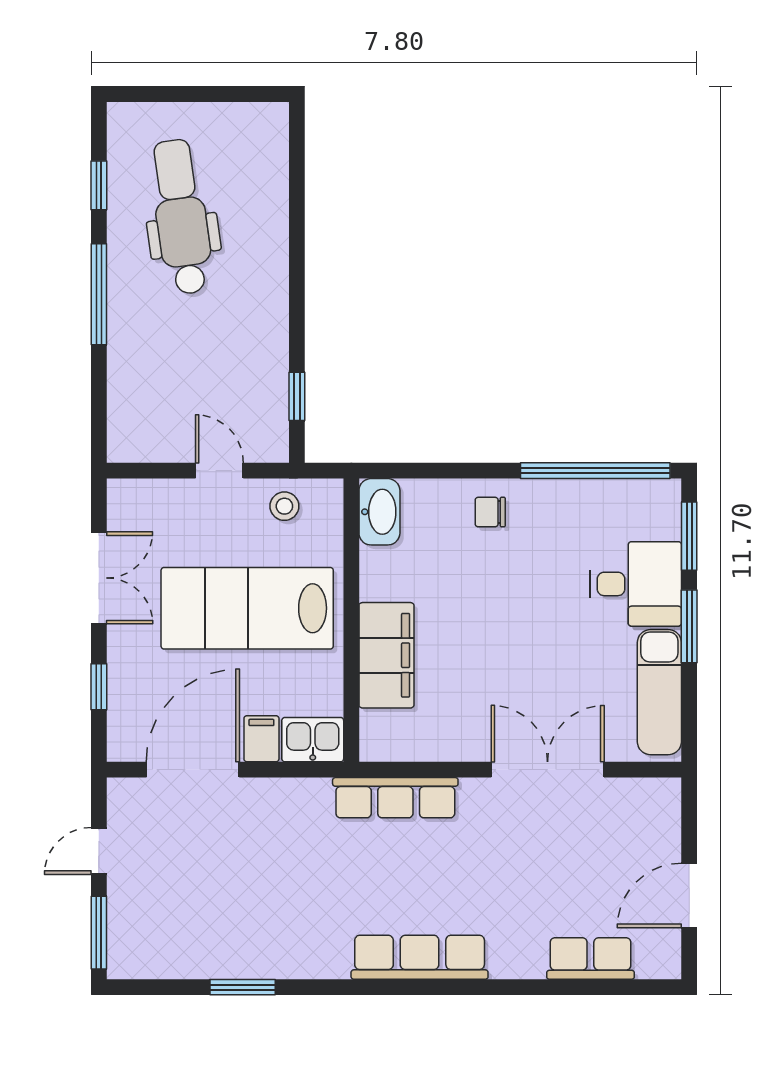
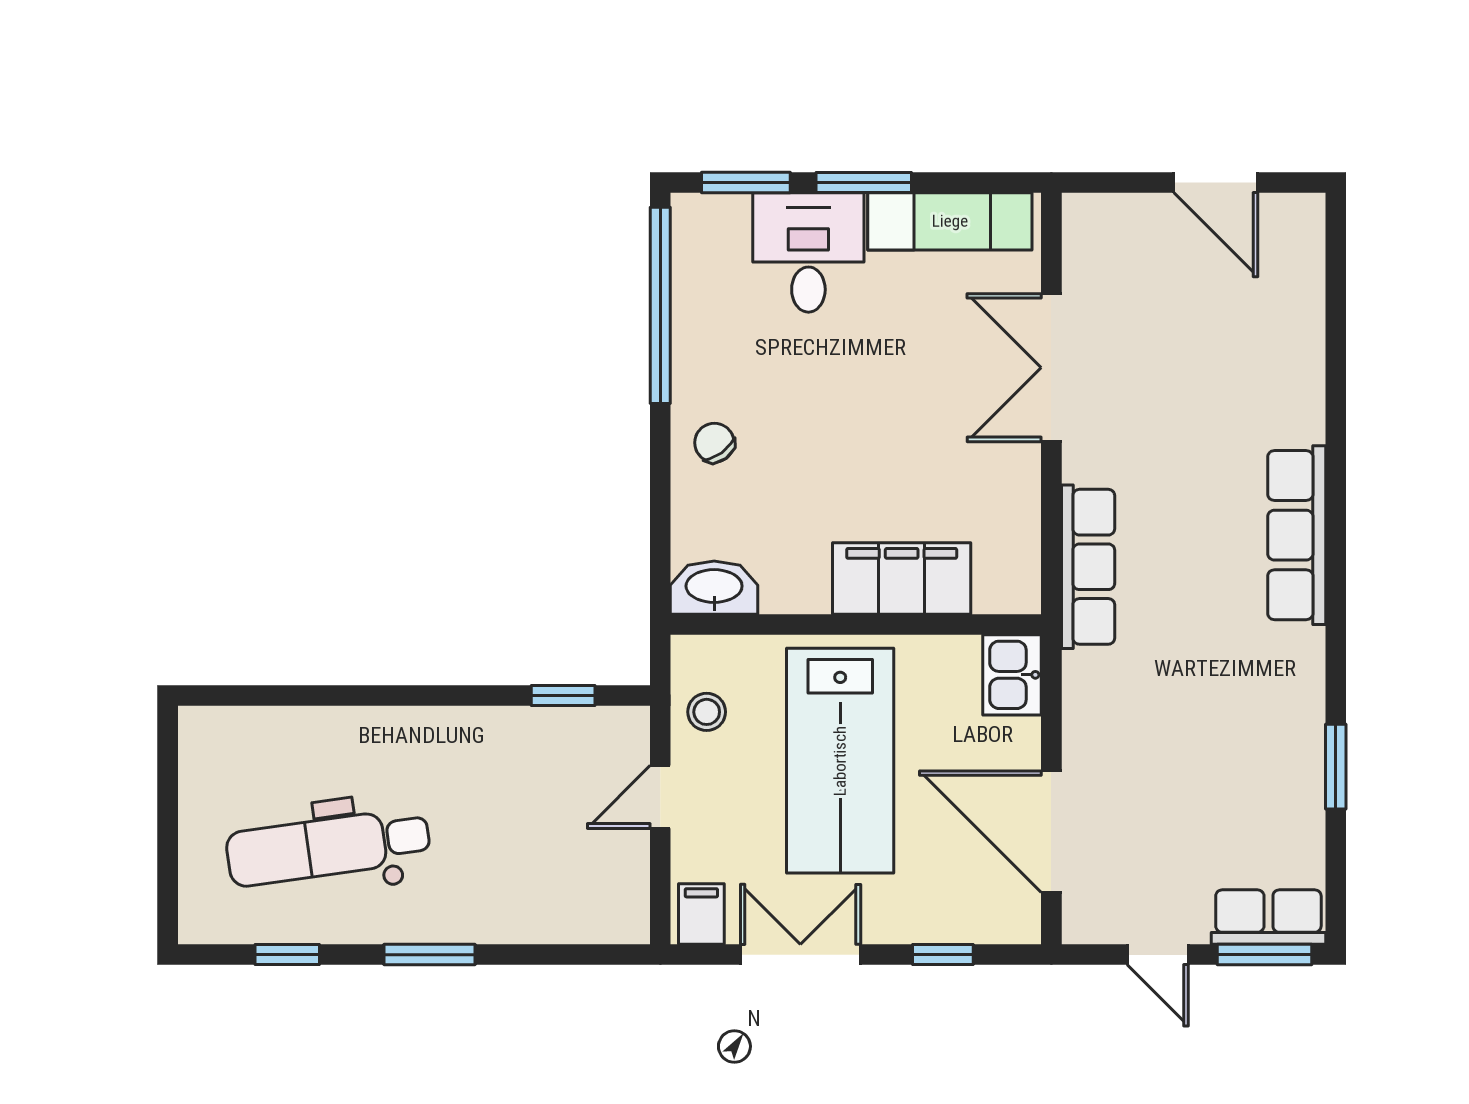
window: (99, 294) -> (429, 955), width x0.69
chair: (490, 512) -> (714, 443), turned 144
filing cabinet: (261, 739) -> (701, 914), moved, turned 90
row of seats: (590, 958) -> (1268, 917), moved, turned 90

